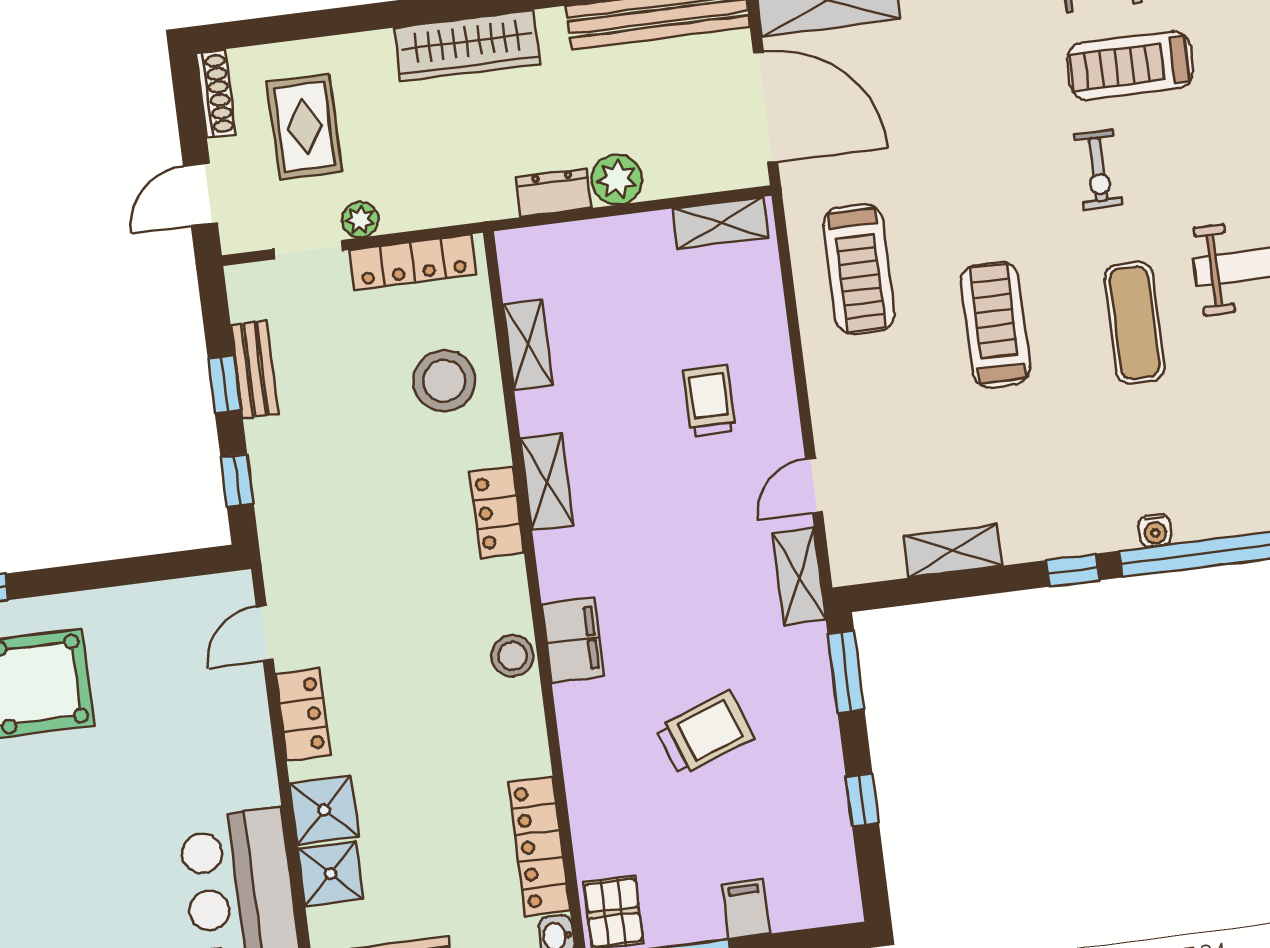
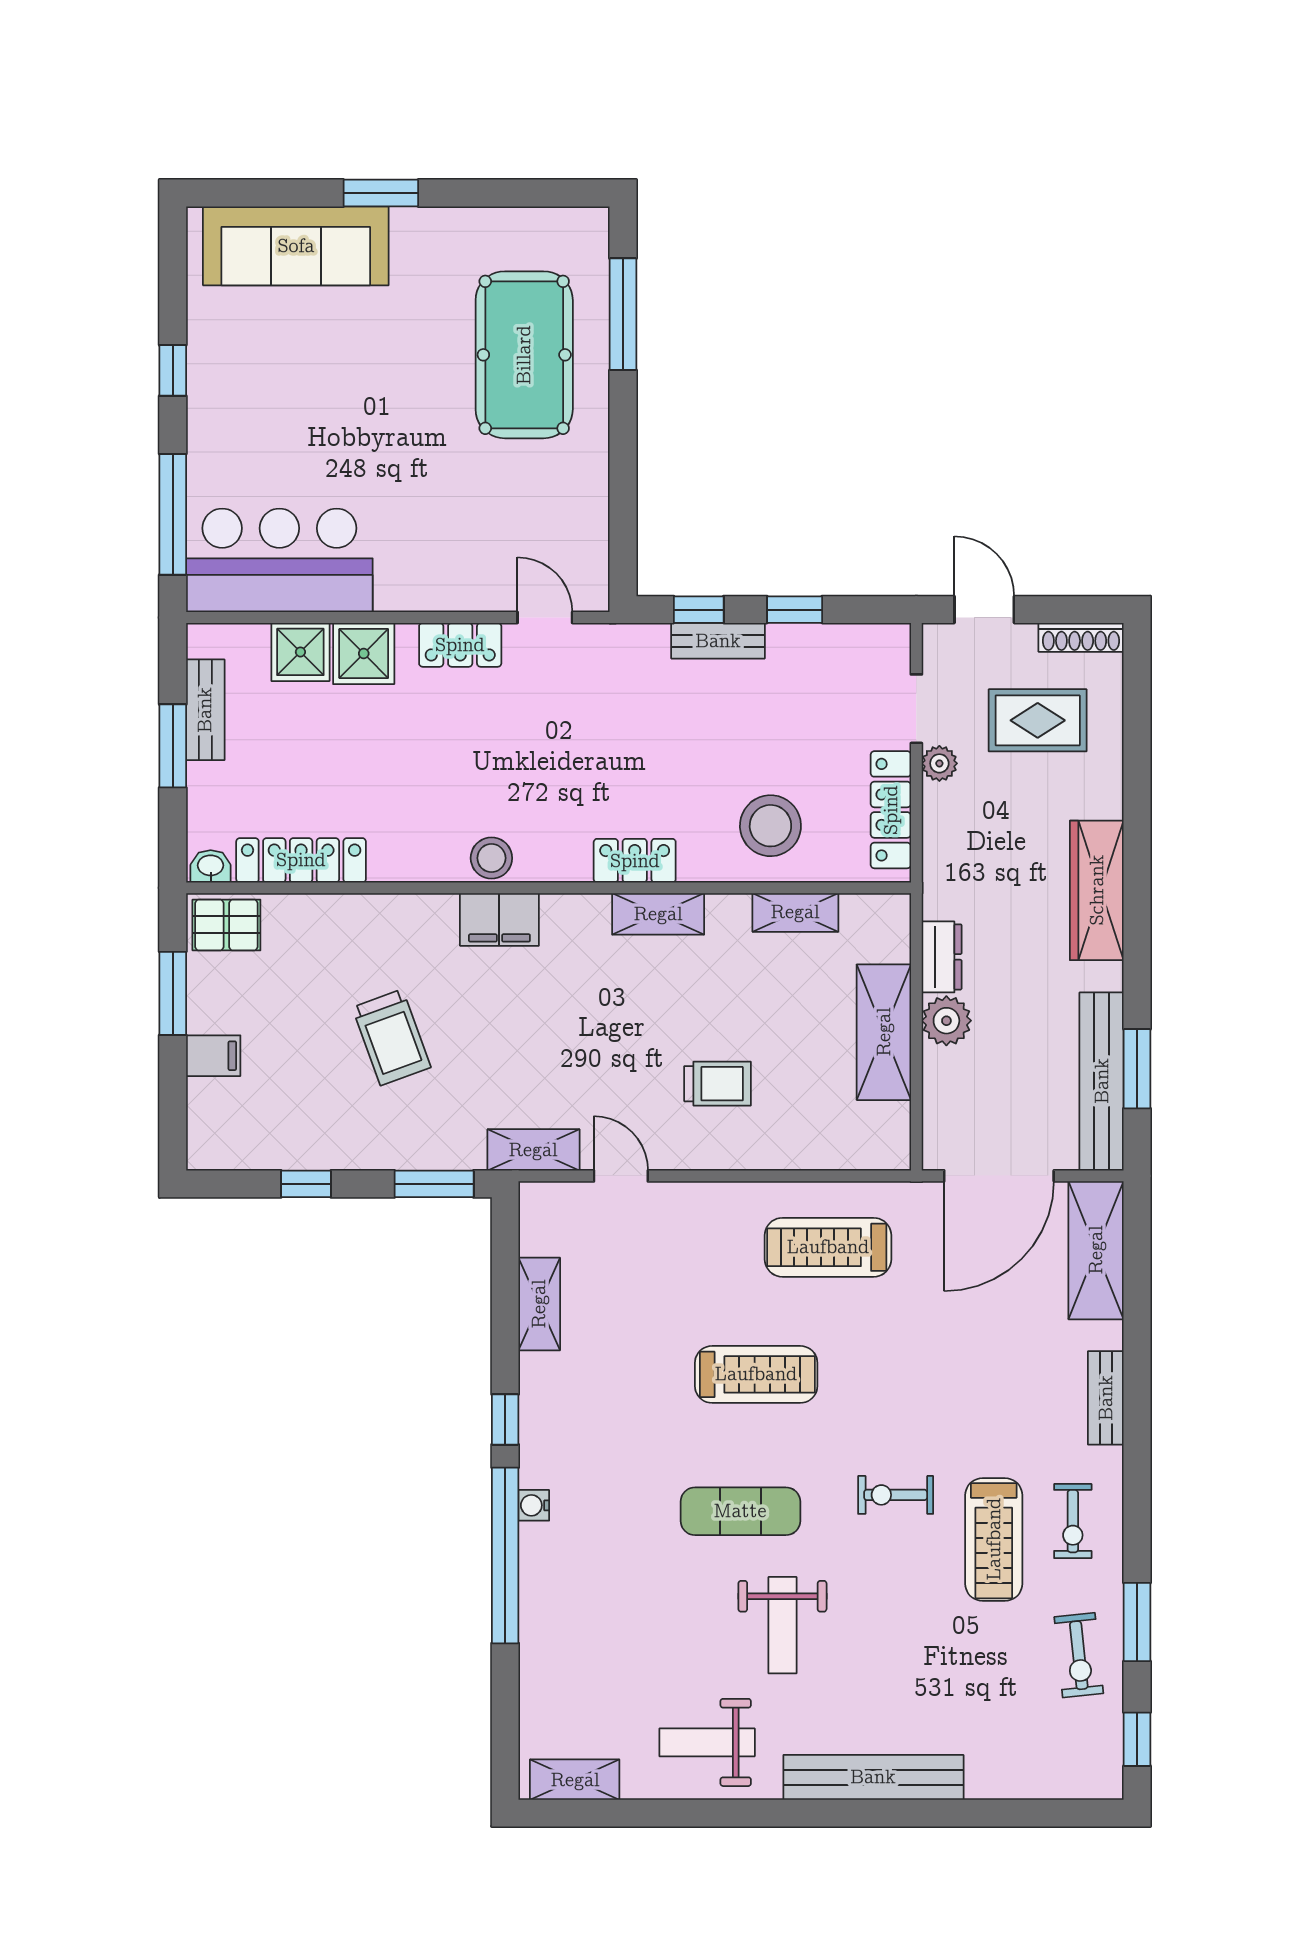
treadmill: (1130, 66) -> (994, 1539), turned 180
shelving: (720, 223) -> (884, 1032), moved, width x1.50, depth x1.33
bench: (255, 369) -> (718, 641), moved

